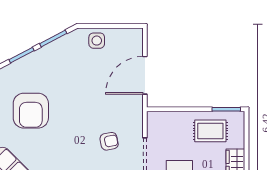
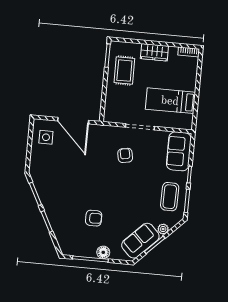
side table: (97, 41) -> (46, 137), moved
armchair: (31, 111) -> (94, 218), width x0.53, depth x0.53

